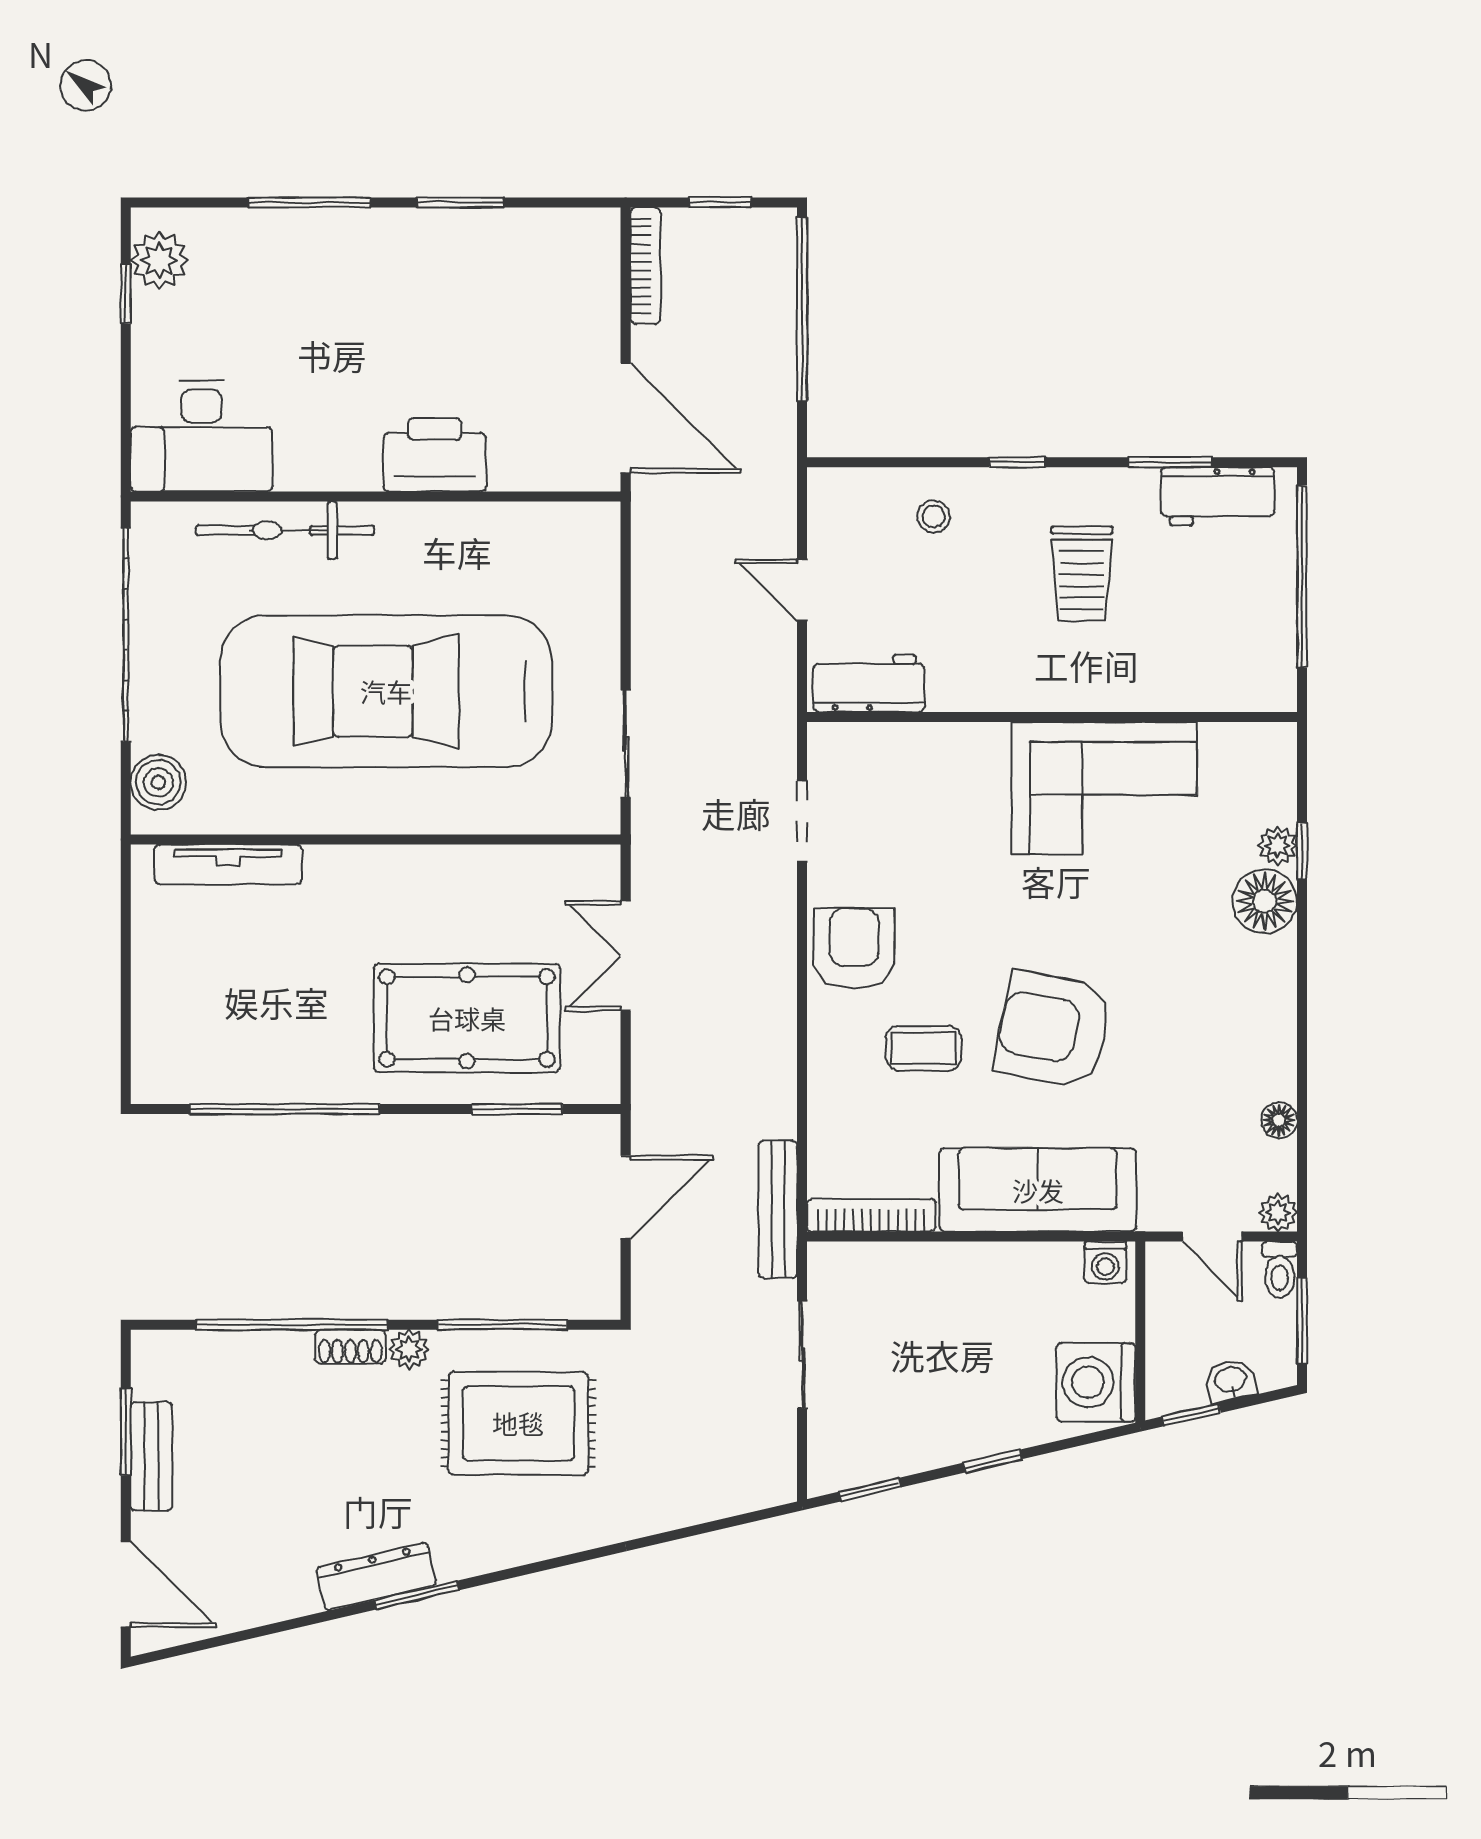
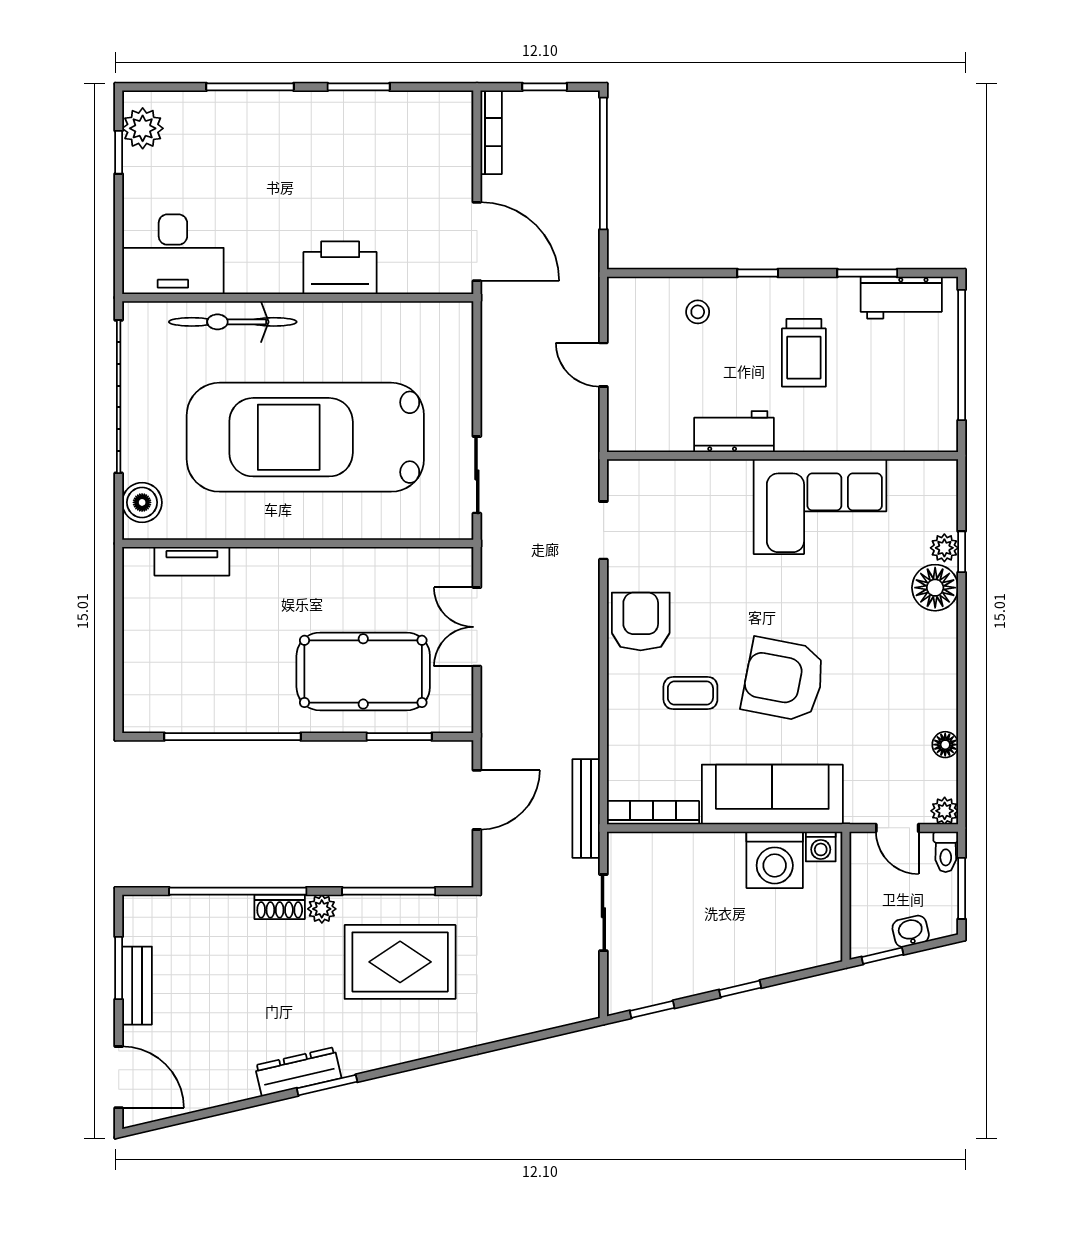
workbench: (869, 683) -> (734, 432), moved
tv unit: (228, 864) -> (192, 561), width x0.71
washing machine: (1096, 1382) -> (775, 860), moved, turned -90

